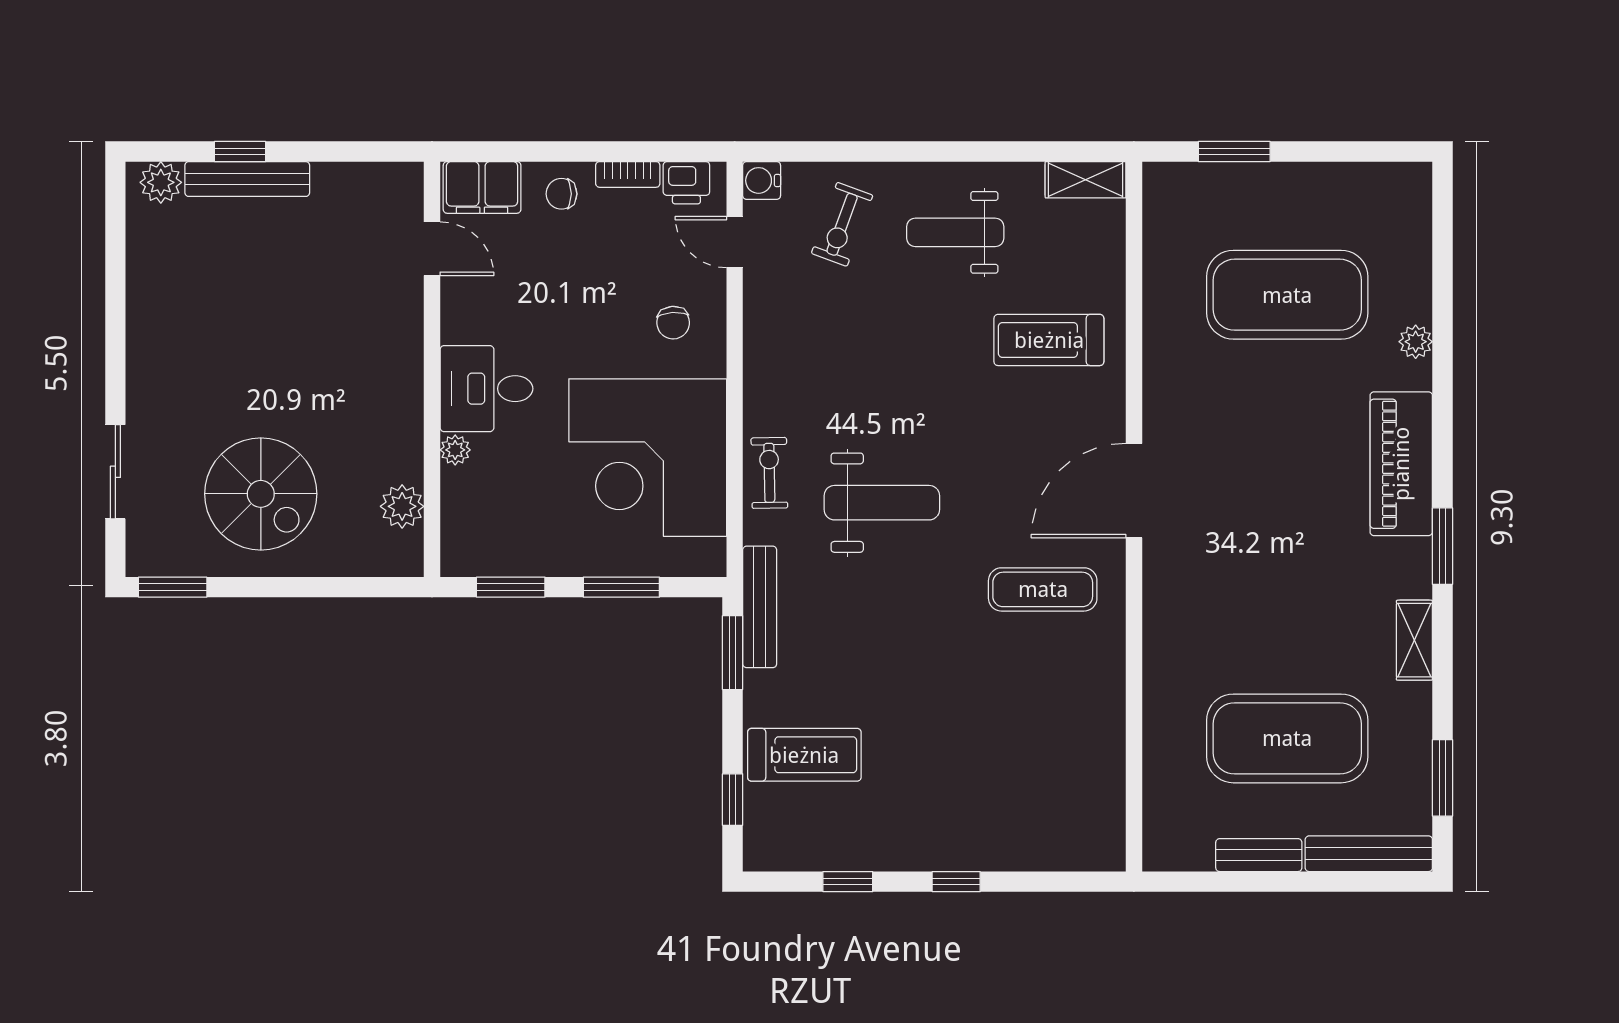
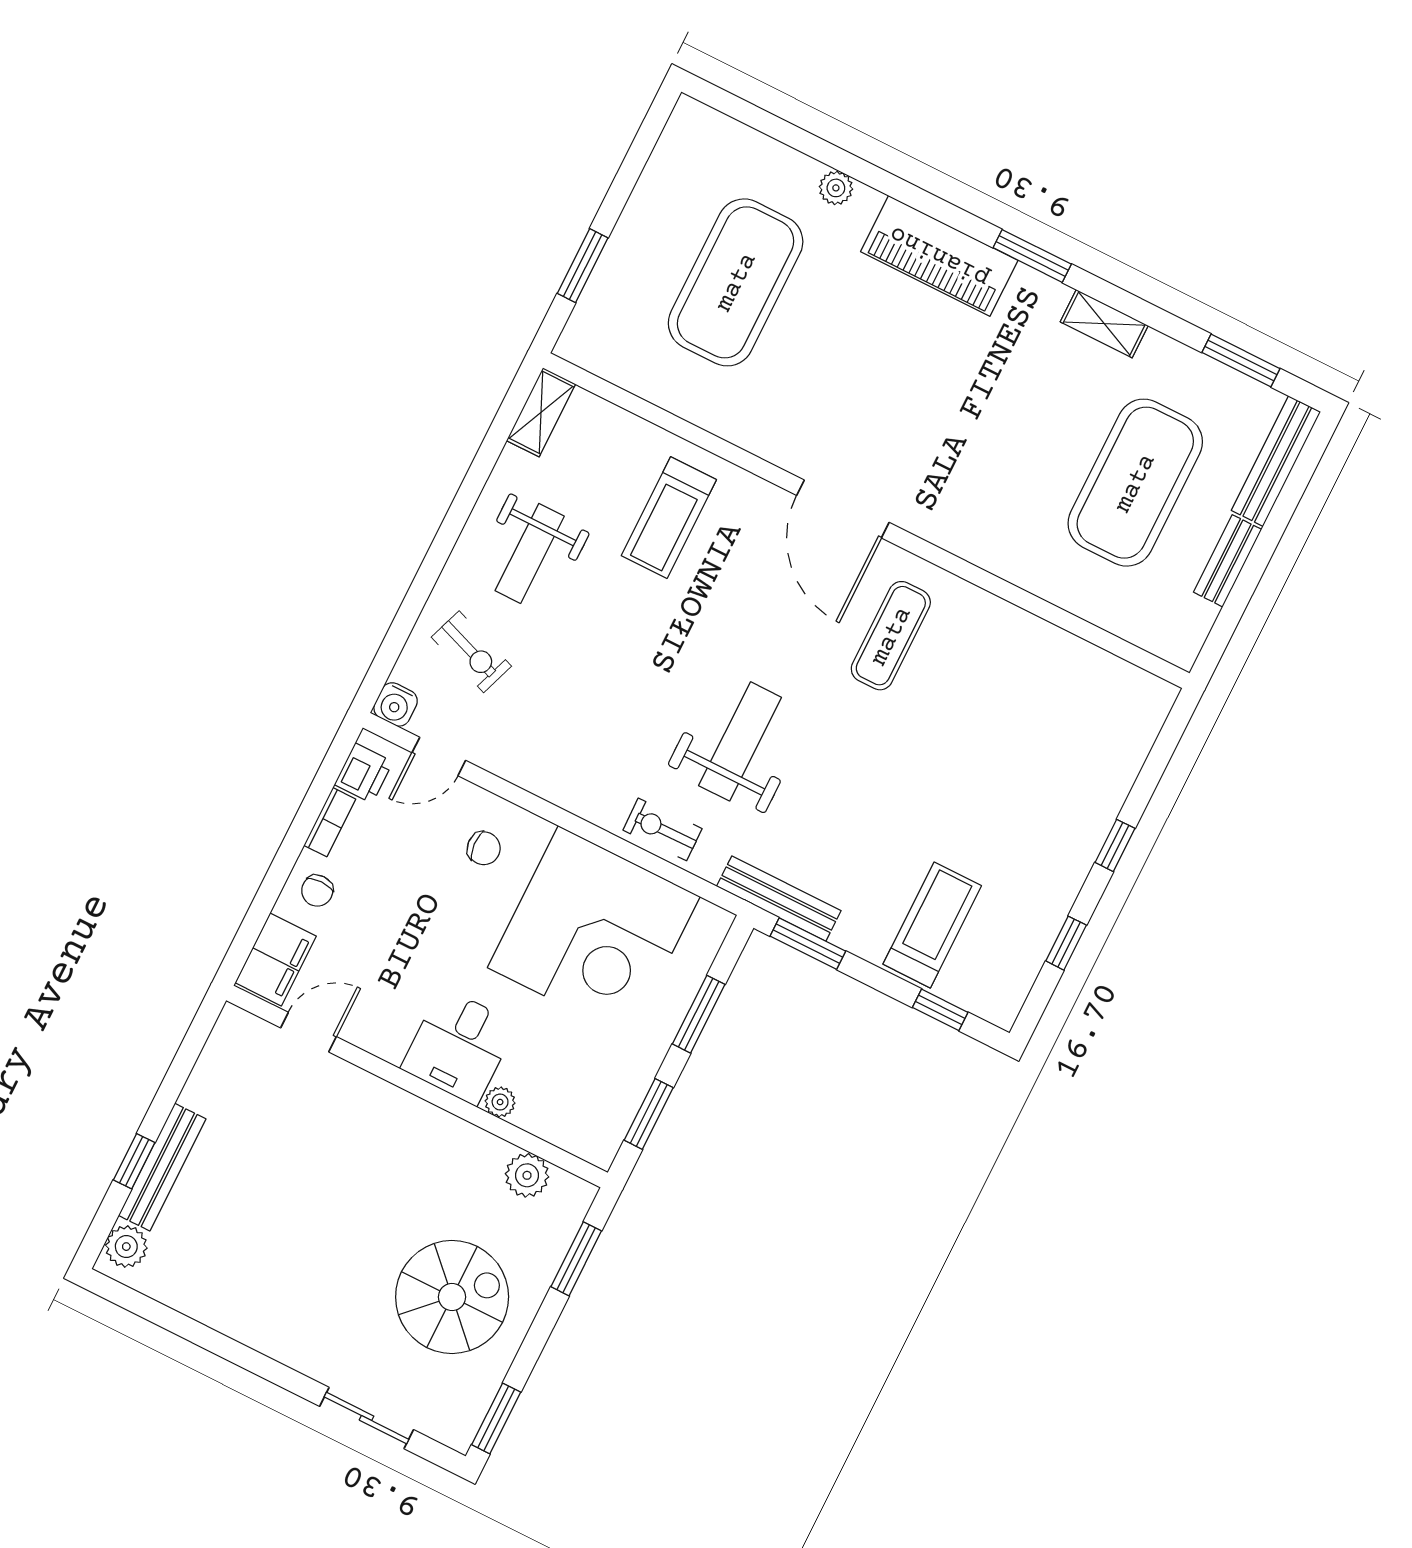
window: (350, 587) -> (576, 1259), added

